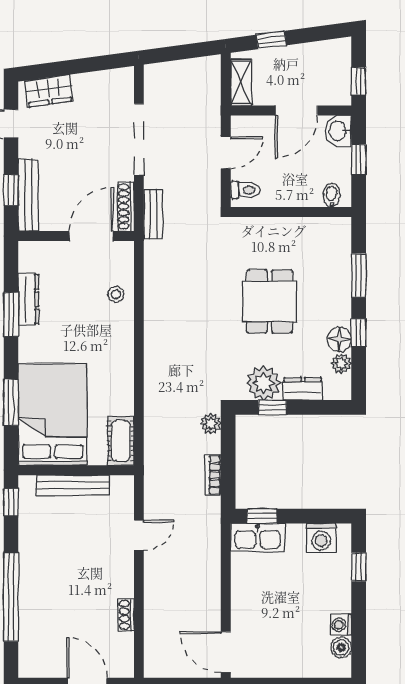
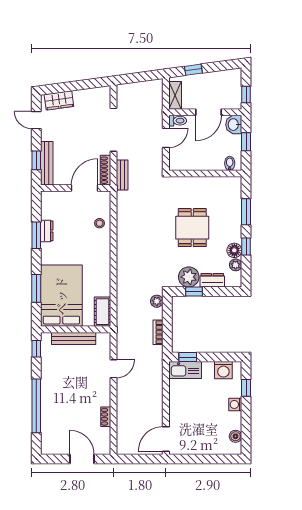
toilet: (245, 190) -> (178, 121), moved
dresser: (28, 299) -> (47, 231), width x0.70
washing machine: (341, 625) -> (235, 404), moved
door: (226, 652) -> (166, 439), hinge flipped

